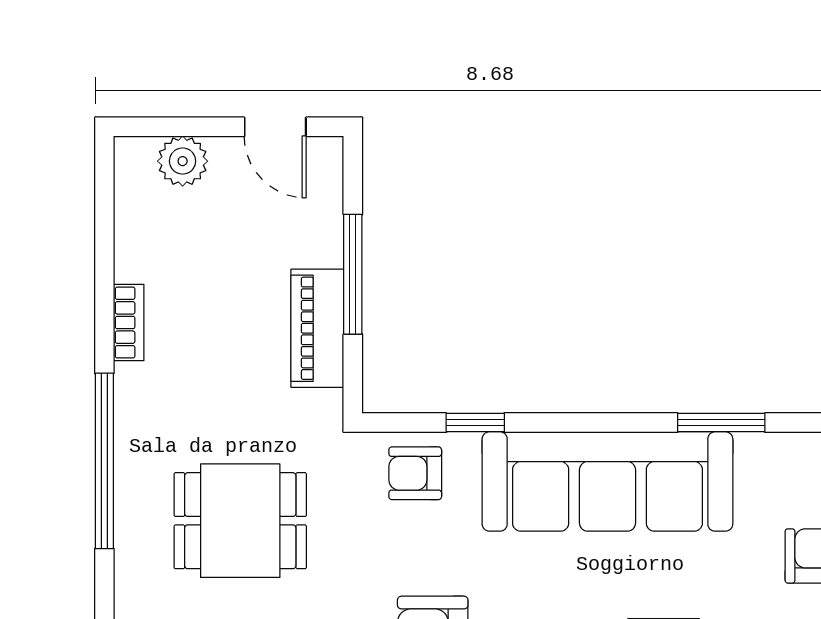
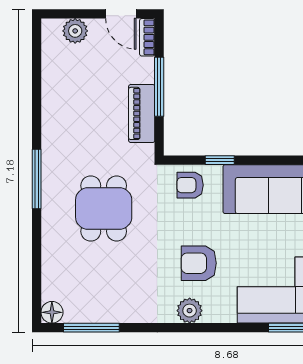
bookcase: (129, 323) -> (147, 37), moved, turned 180
window: (104, 461) -> (37, 179), width x0.68
dining table: (240, 521) -> (104, 209), turned 90

